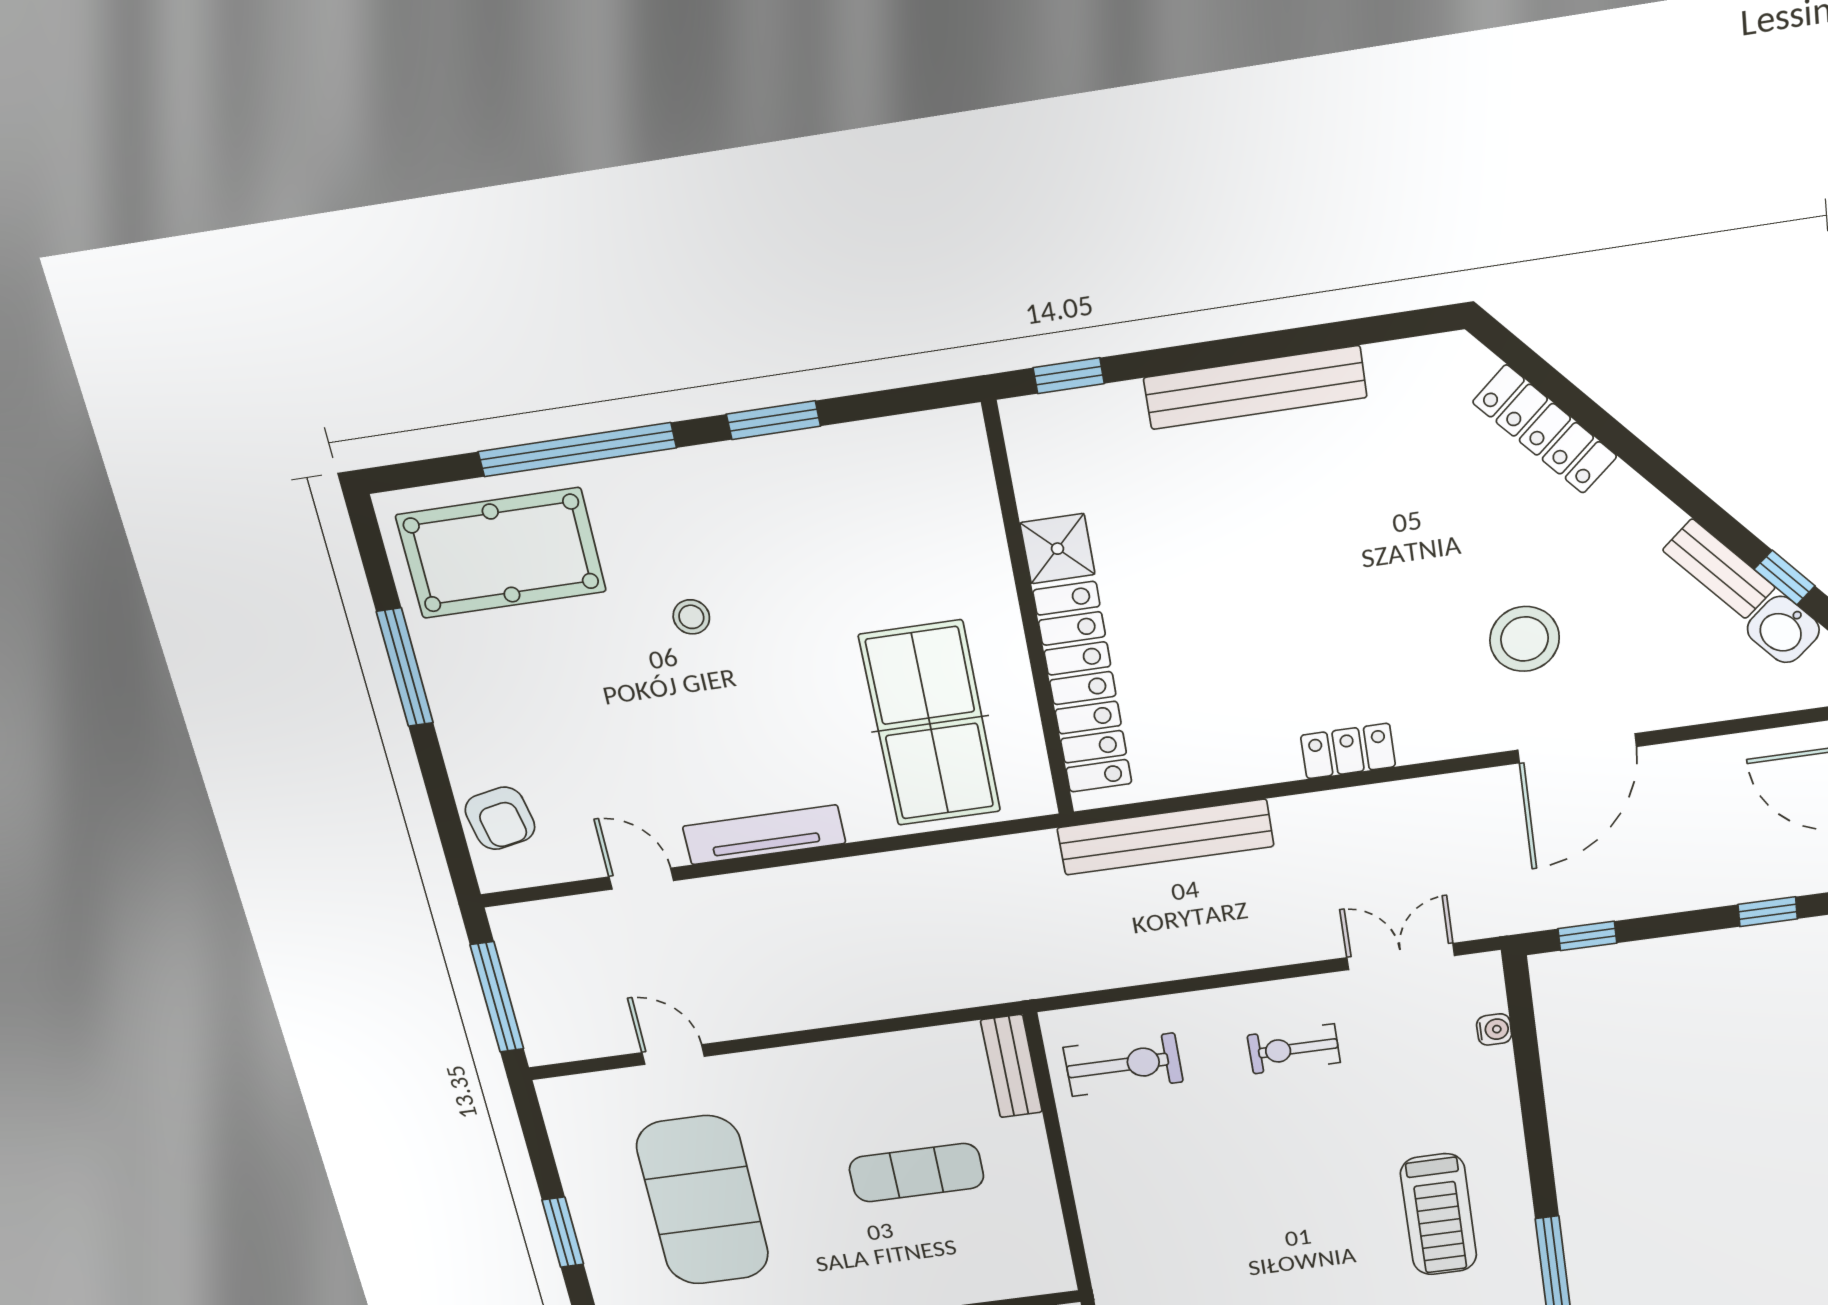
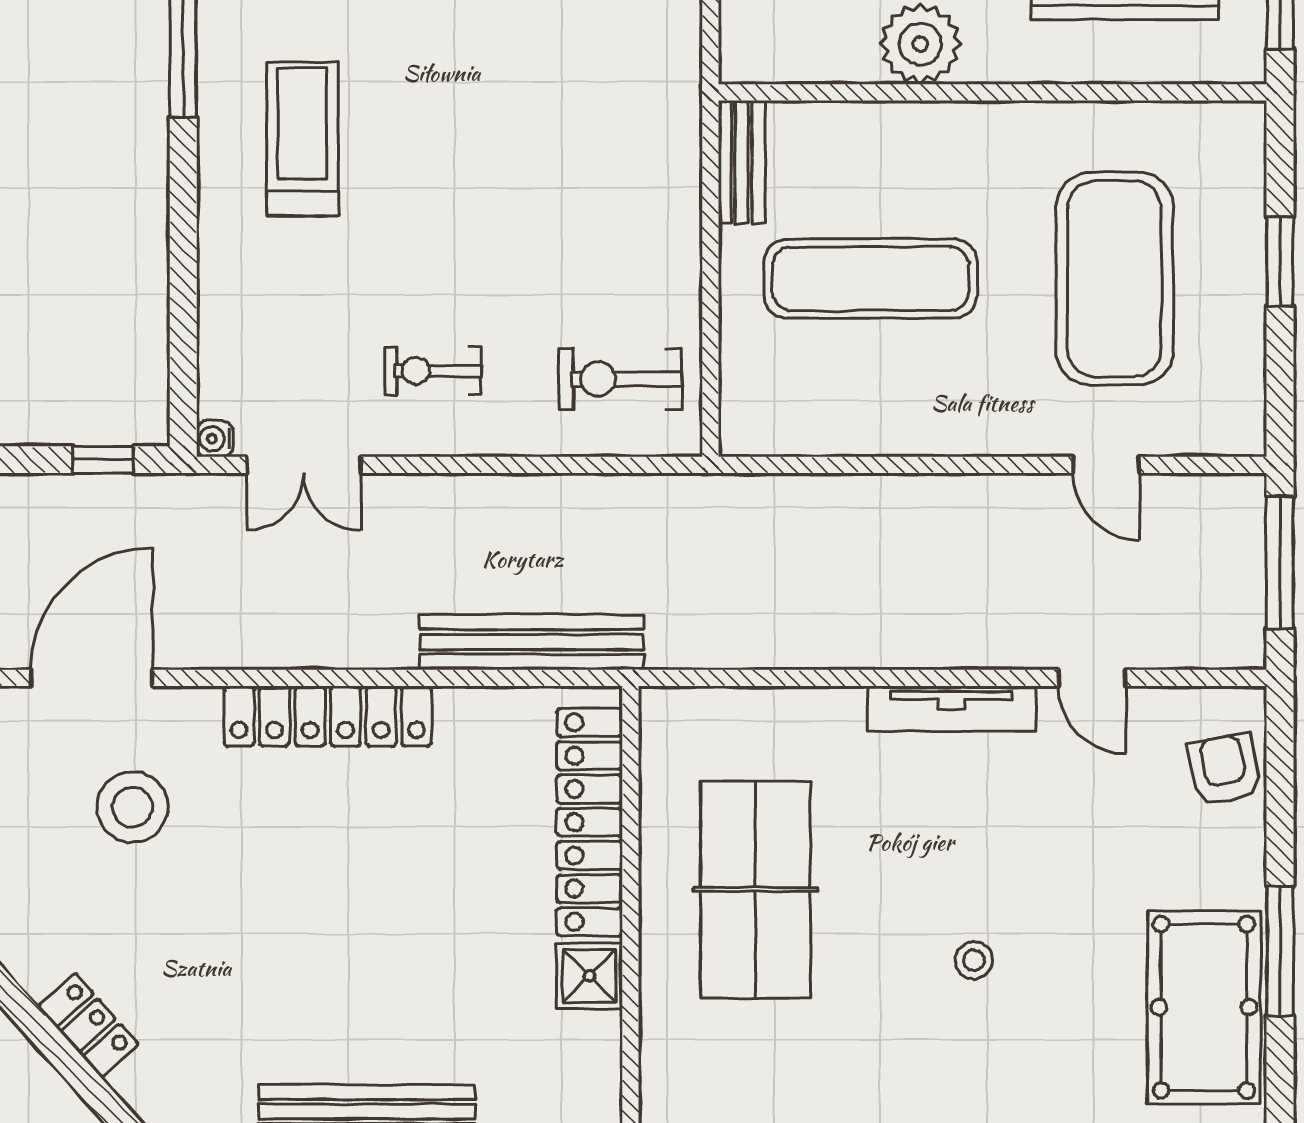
locker: (1545, 429) -> (88, 1025), width x0.66
pool table: (501, 553) -> (1204, 1007), moved, turned 90
table tennis table: (930, 724) -> (755, 890), moved
locker: (1348, 751) -> (328, 716), width x2.16, depth x1.21
water cooler: (1494, 1029) -> (215, 439), moved
exercise bike: (1294, 1049) -> (433, 371), turned 180
bench: (1011, 1066) -> (742, 162), moved
exercise mat: (916, 1173) -> (870, 279), width x1.36, depth x1.45

